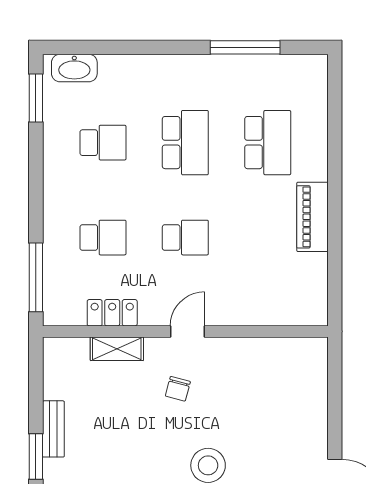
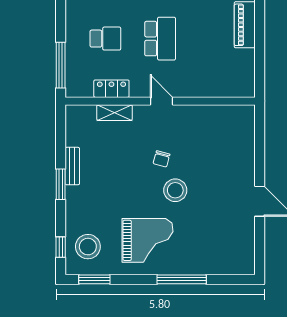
school desk: (185, 238) -> (160, 39), width x1.85
door: (187, 331) -> (162, 101), hinge flipped
chair: (178, 389) -> (162, 159), moved

